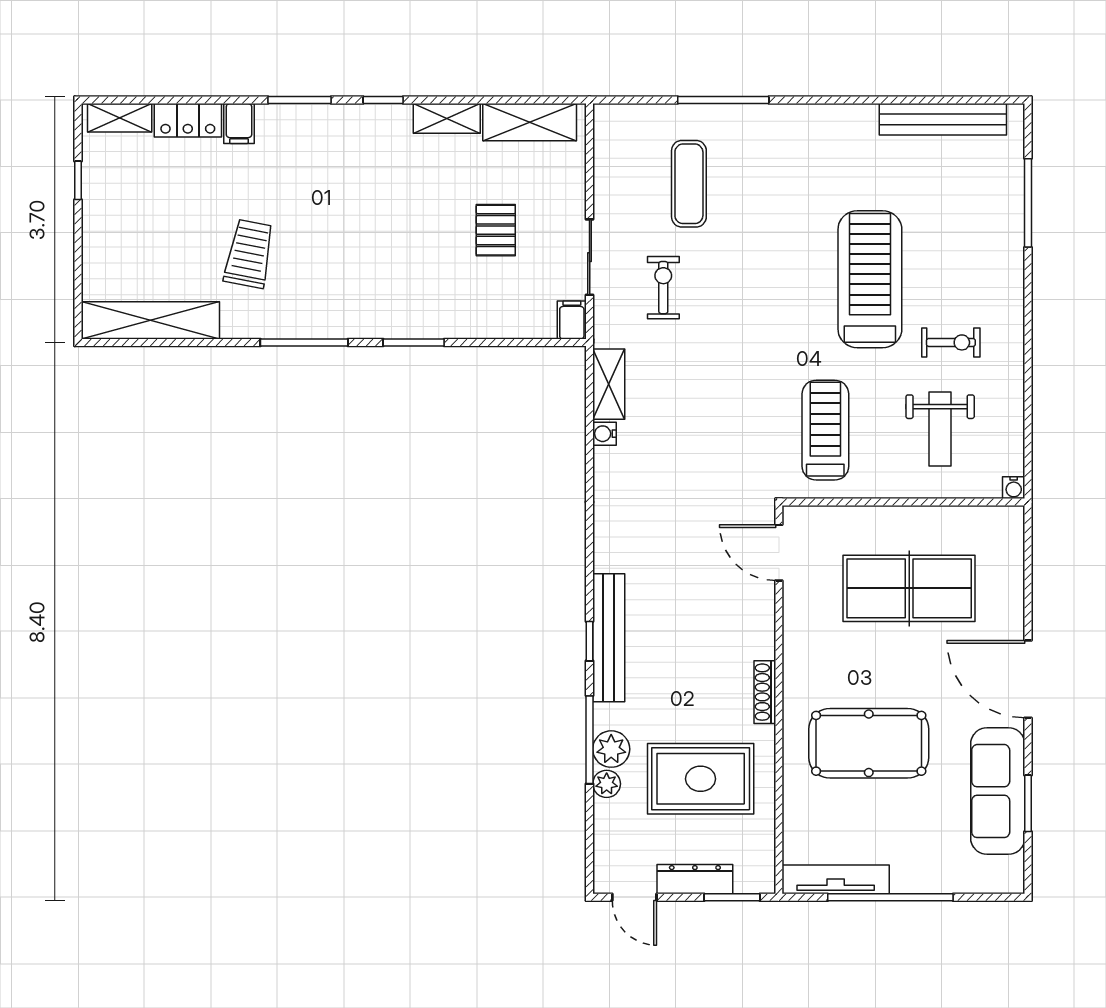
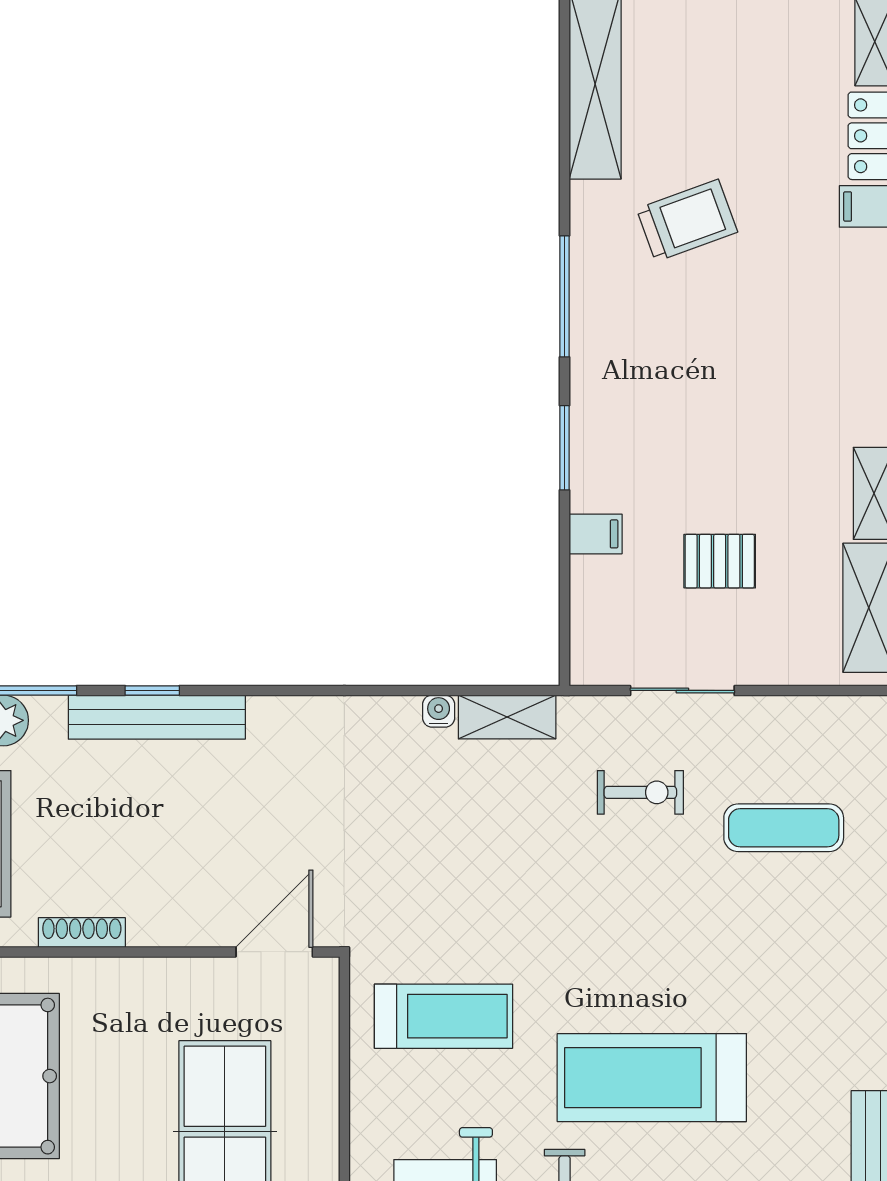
trolley: (249, 254) -> (687, 221), turned -31
treadmill: (870, 279) -> (652, 1078), turned 180
filing cabinet: (572, 320) -> (596, 534), moved

